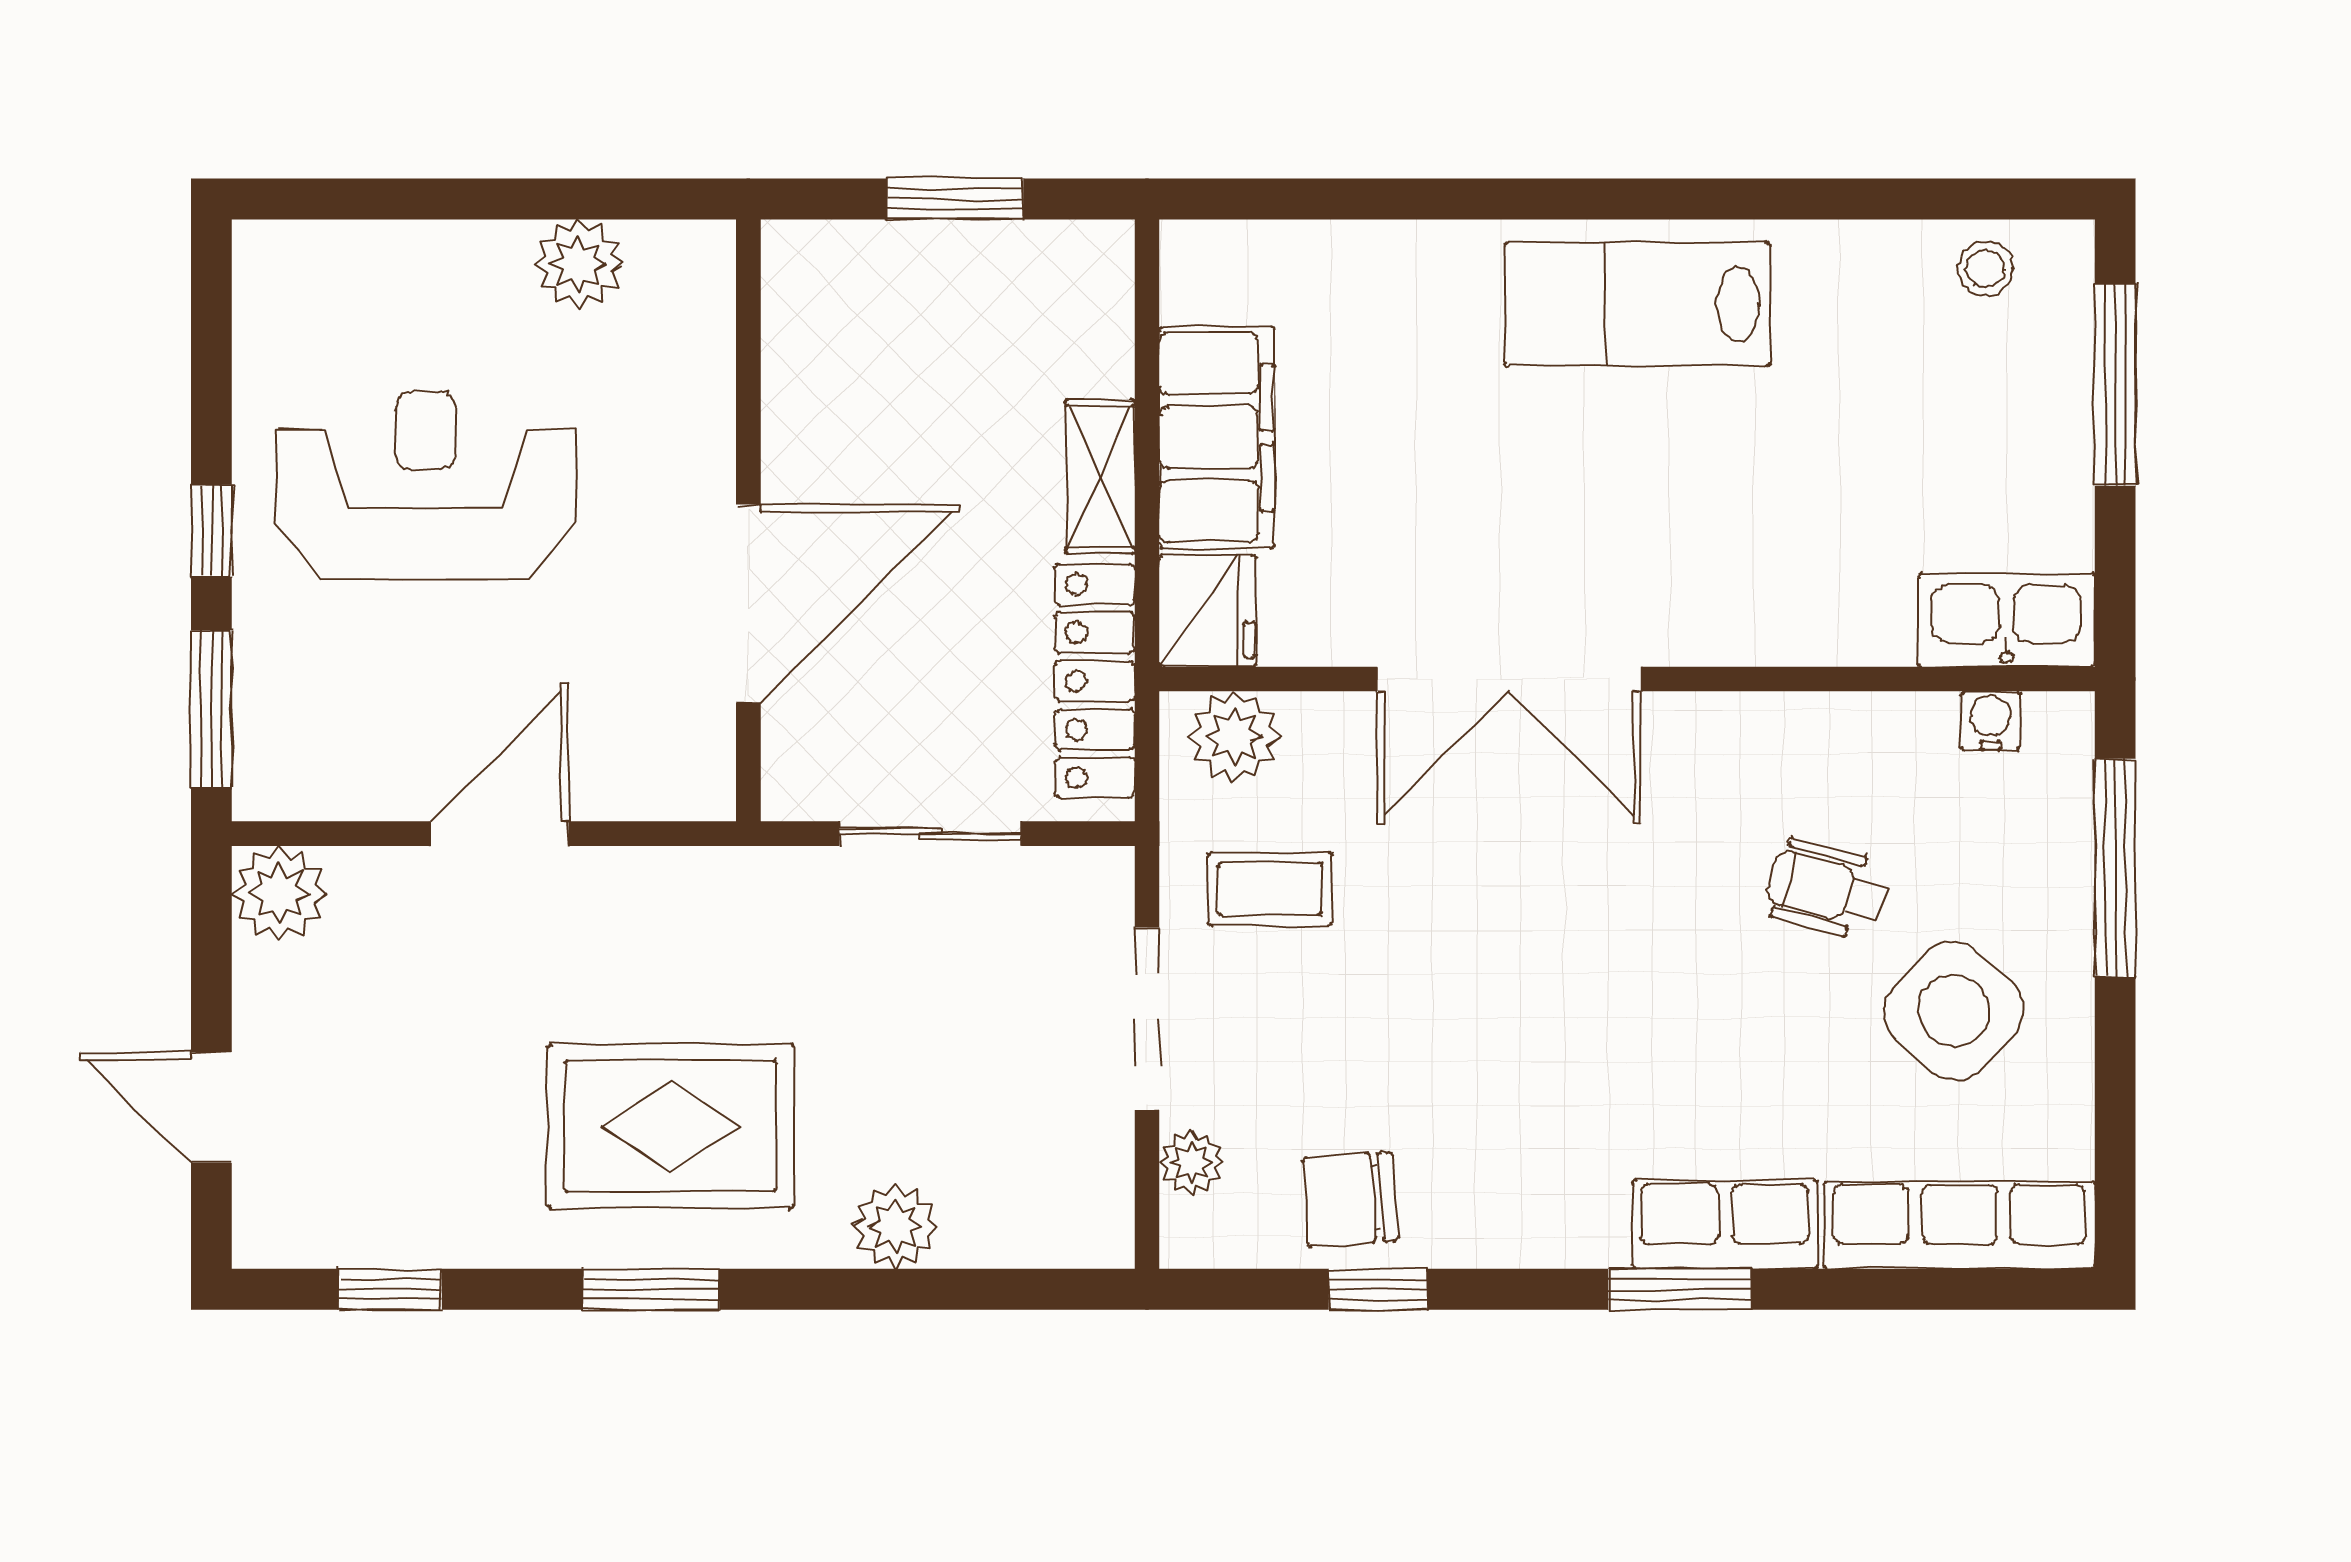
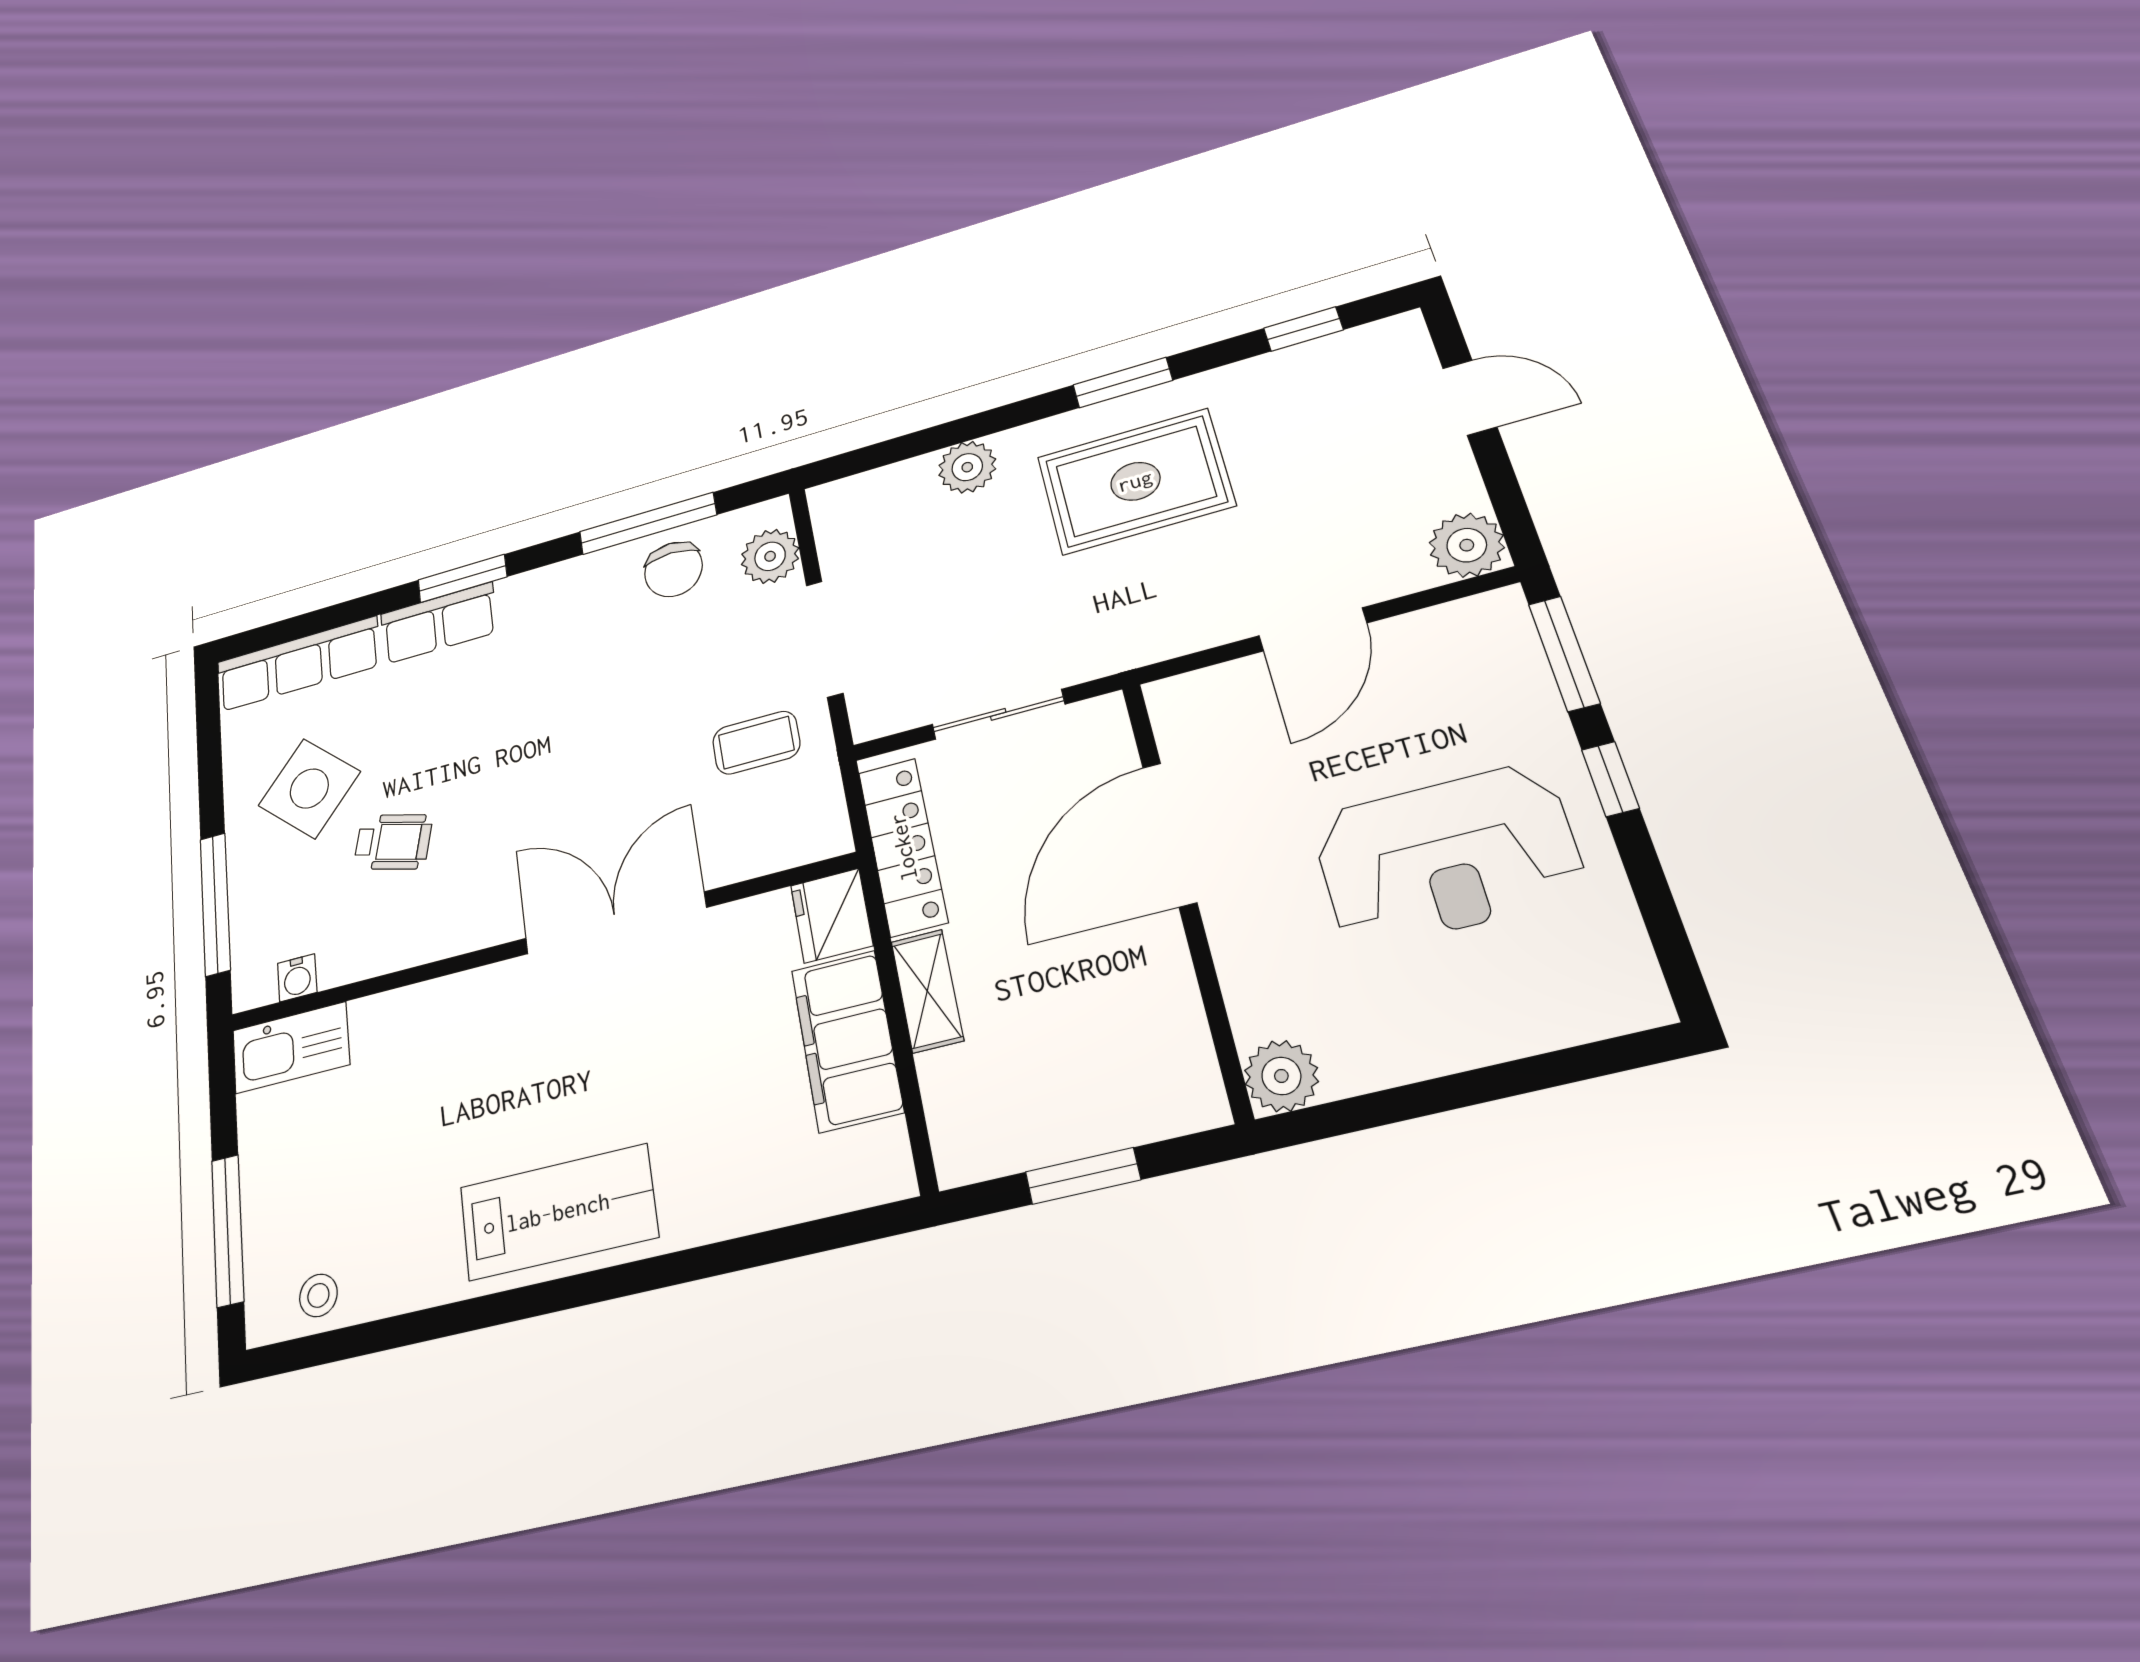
plant: (578, 264) -> (1281, 1076), moved
plant: (1235, 737) -> (797, 835), removed
plant: (1191, 1163) -> (770, 556), width x1.38, depth x1.38
chair: (1350, 1199) -> (673, 569), turned 94
window: (1378, 1289) -> (648, 523), width x2.17

